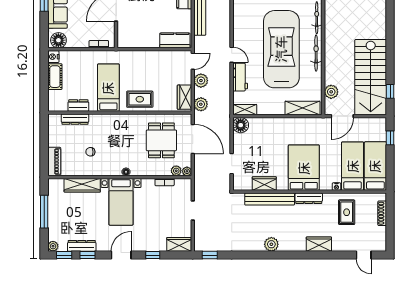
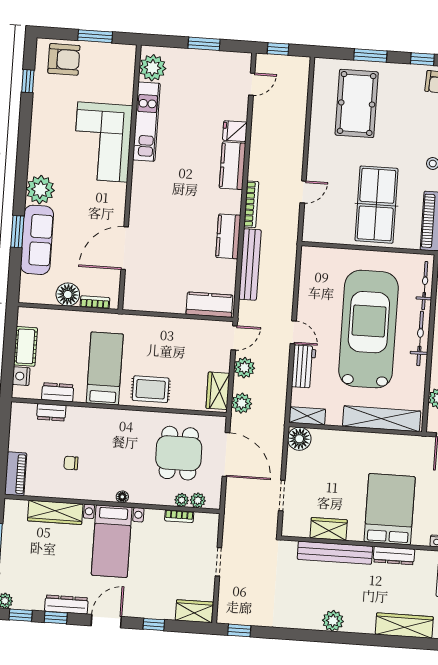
floor lamp: (58, 40) -> (68, 294), moved
nightstand: (53, 57) -> (21, 376), moved
shelving: (302, 108) -> (382, 419), width x1.47
dresser: (75, 119) -> (51, 412), width x0.70
plant: (187, 171) -> (182, 500), moved
wardrobe: (319, 244) -> (404, 626), width x1.50
dresser: (82, 246) -> (66, 605), moved

